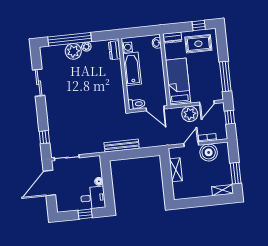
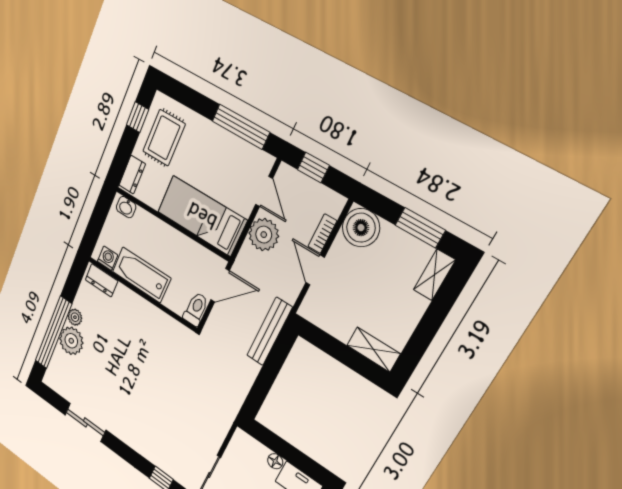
bench: (122, 146) -> (269, 332), moved
boiler: (209, 152) -> (361, 228), moved
shelving: (176, 170) -> (373, 349), moved

